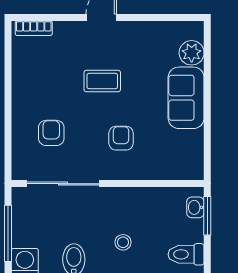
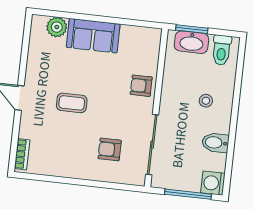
coffee table: (102, 81) -> (72, 103), turned 90
armchair: (121, 138) -> (141, 86), moved
washbasin: (195, 207) -> (191, 42), width x1.91, depth x1.45

